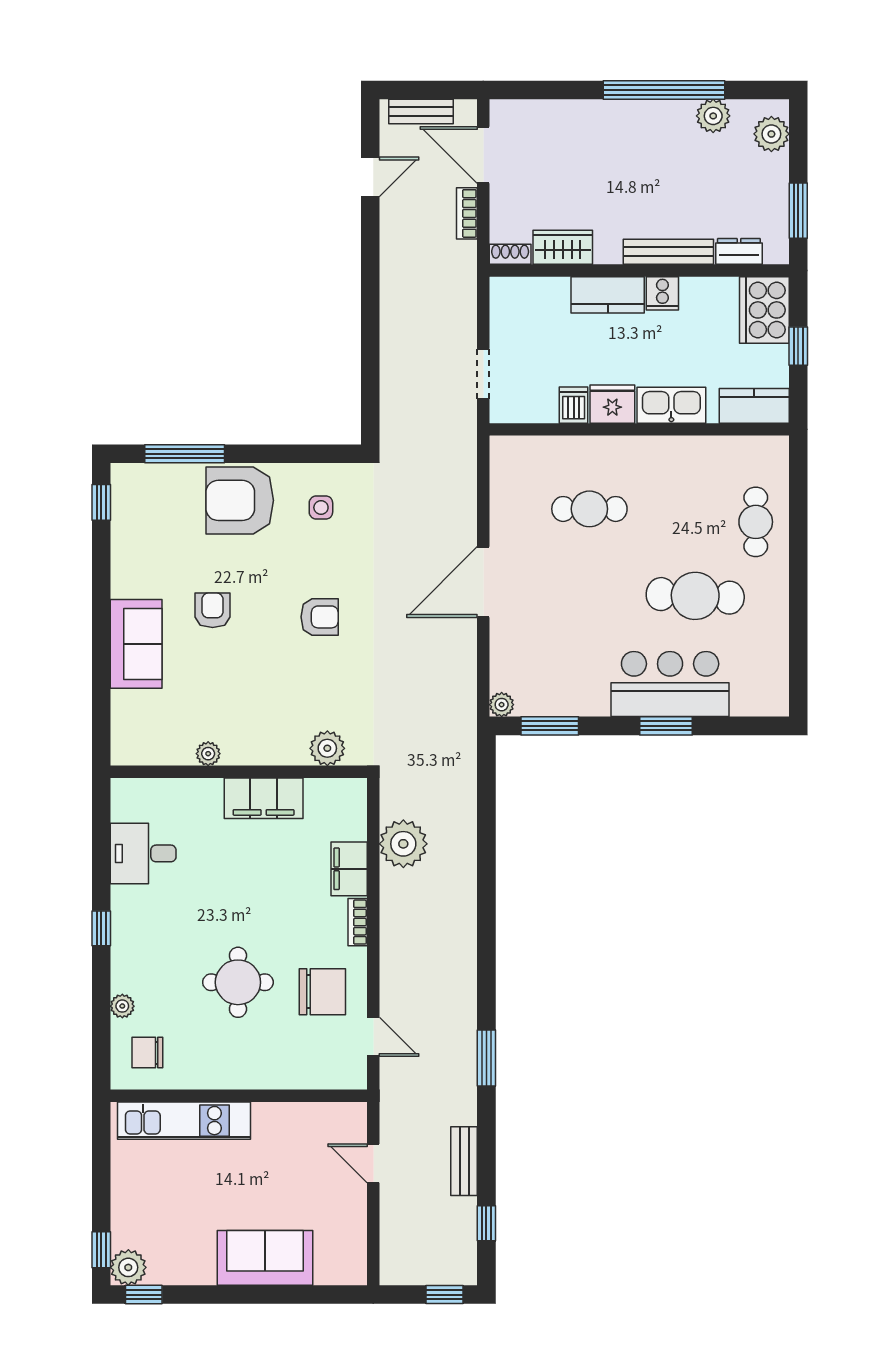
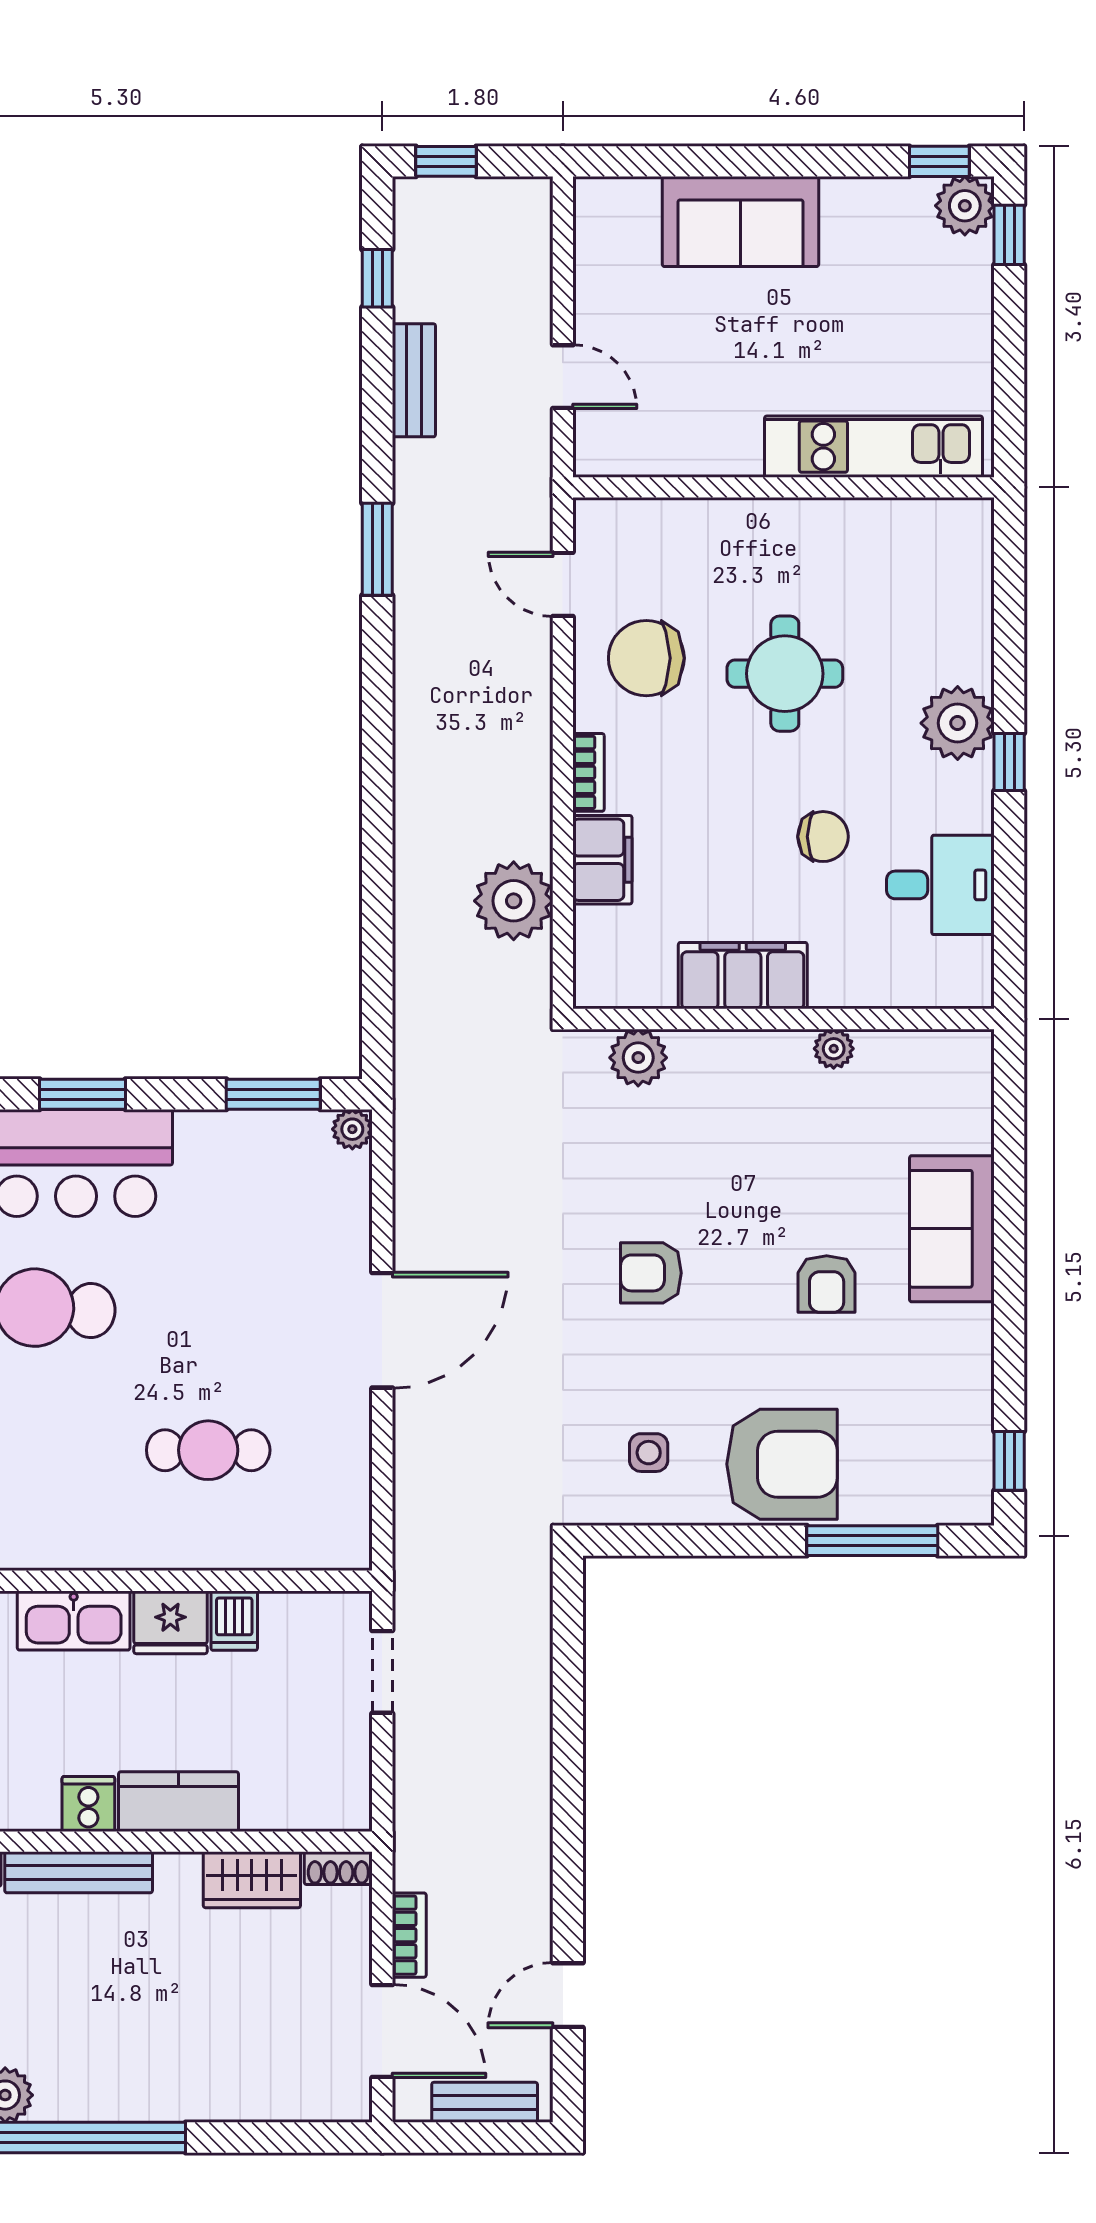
plant: (122, 1006) -> (958, 723), moved, width x1.88, depth x1.88
chair: (147, 1053) -> (823, 837), moved

